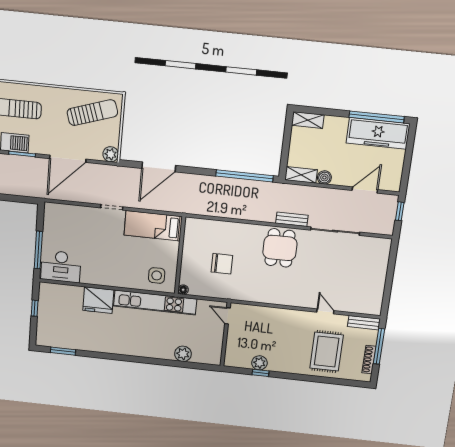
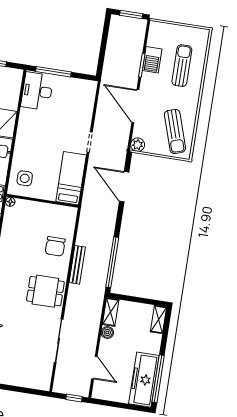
bench: (292, 219) -> (77, 265), moved, width x1.36
chair: (222, 264) -> (55, 246), moved

